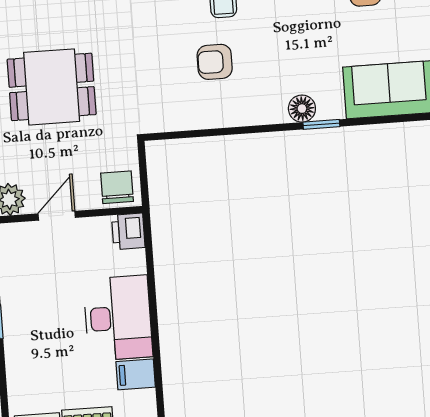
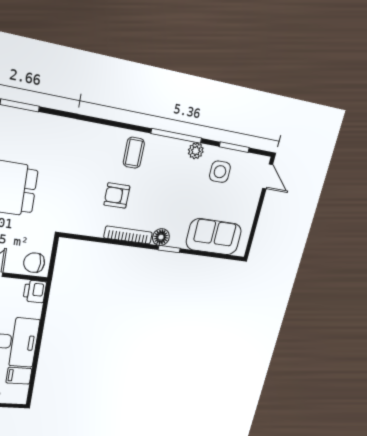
bookcase: (249, 116) -> (128, 235), added
chair: (117, 187) -> (34, 263), turned -90

